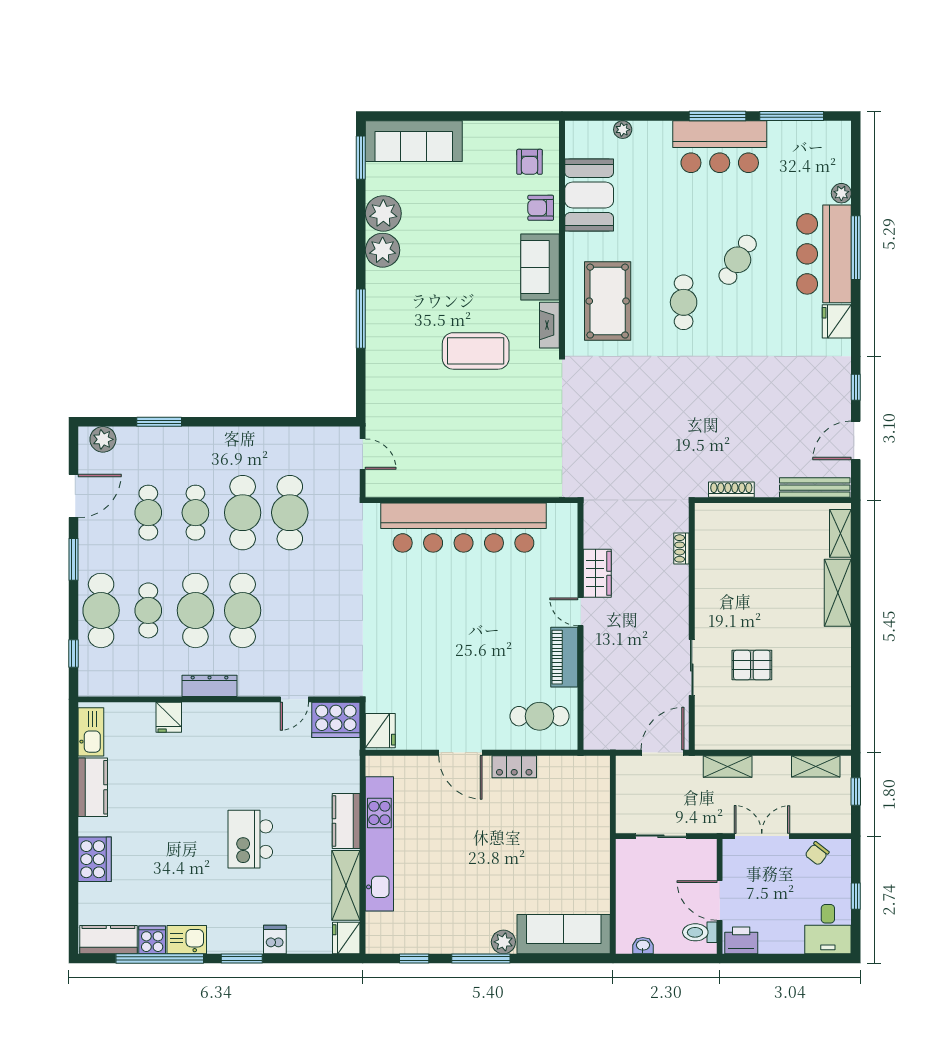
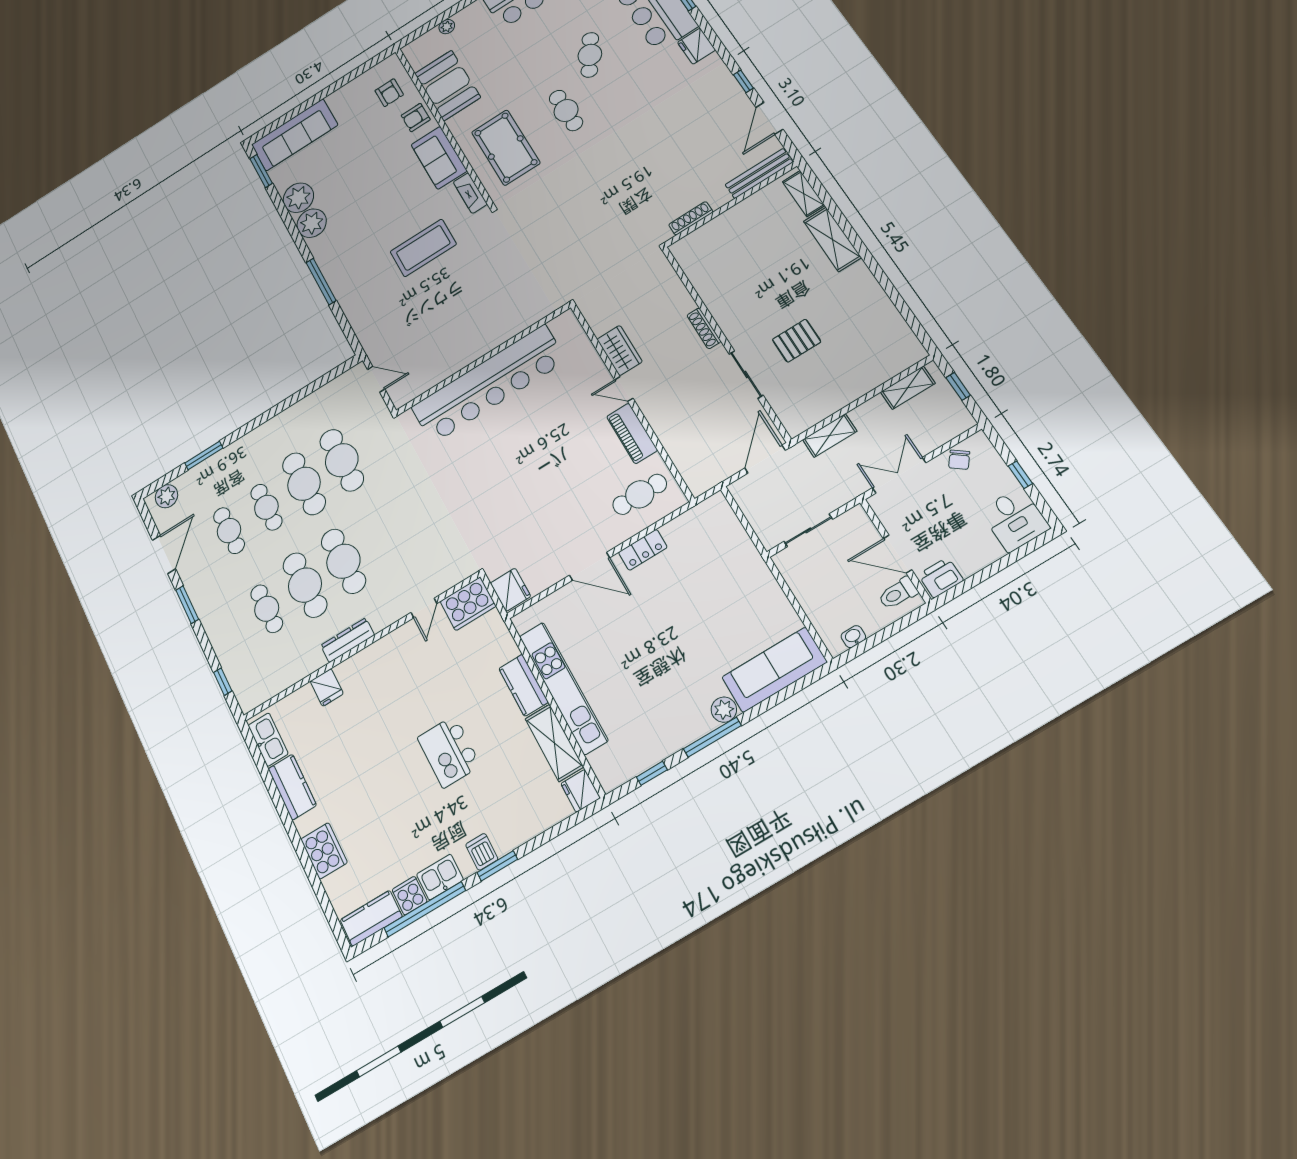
shoe rack: (681, 548) -> (704, 328), moved, width x1.43
cafe table: (101, 610) -> (229, 632), removed
dishwasher: (275, 939) -> (482, 852), moved

